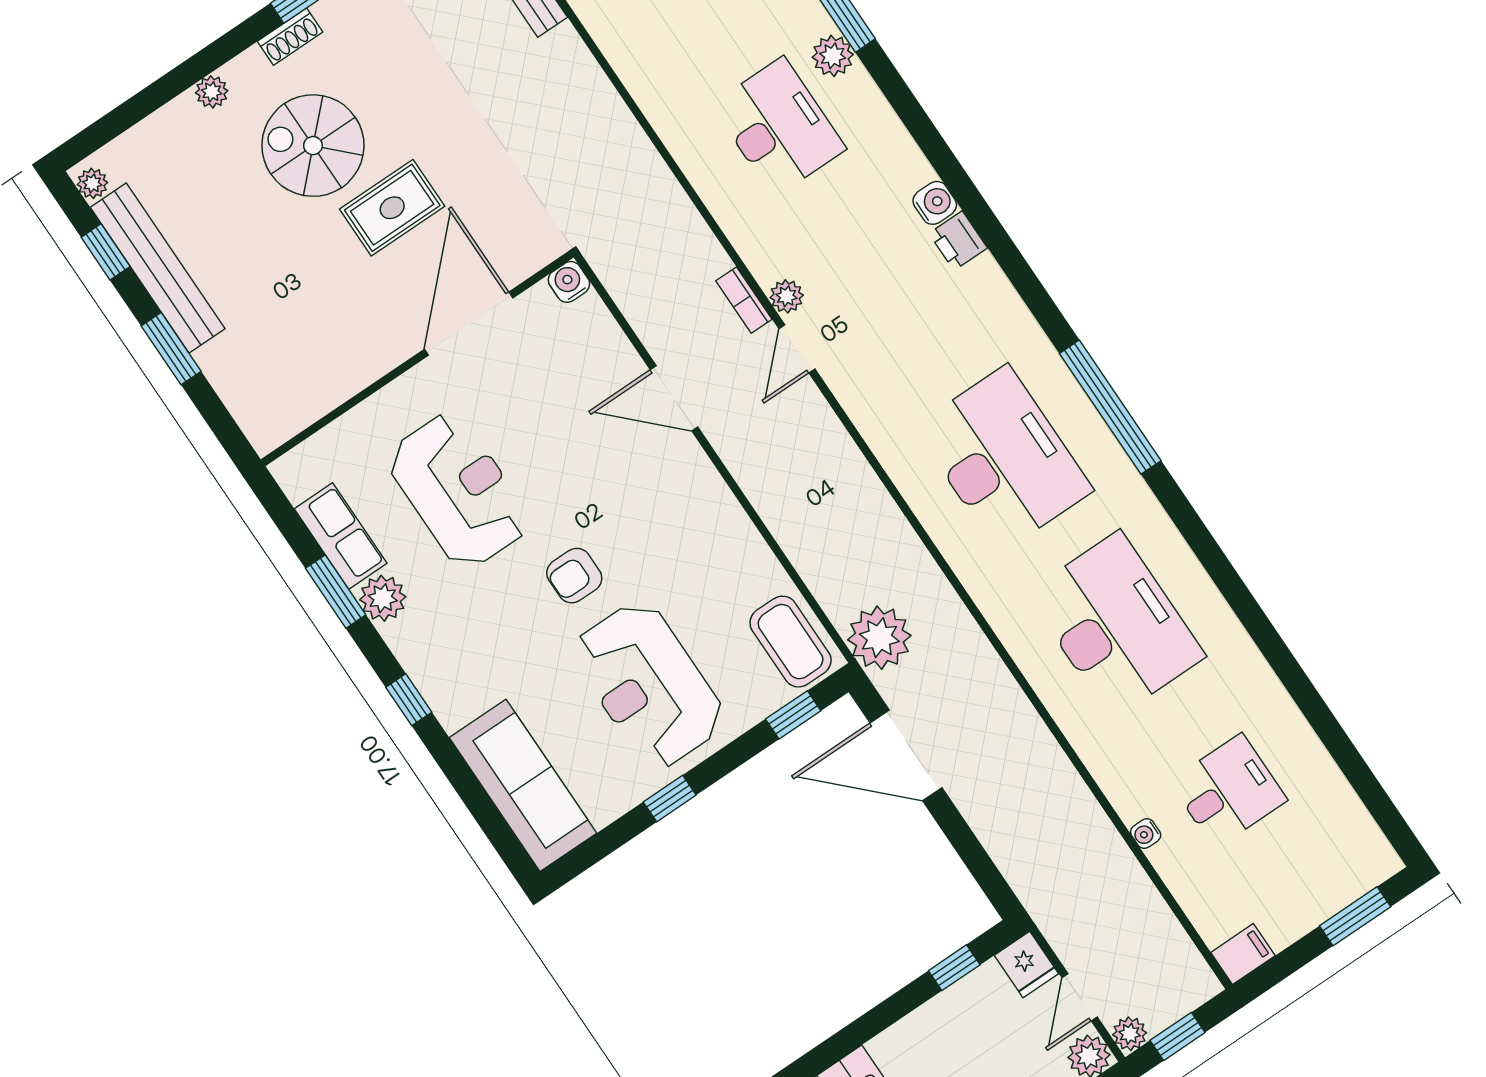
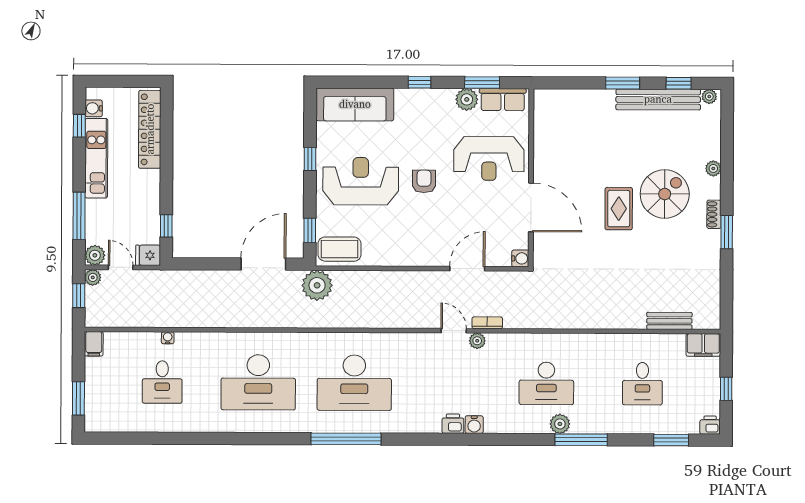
water cooler: (569, 282) -> (520, 258), moved
door: (469, 324) -> (531, 207), moved
wall: (417, 358) -> (531, 178), moved

